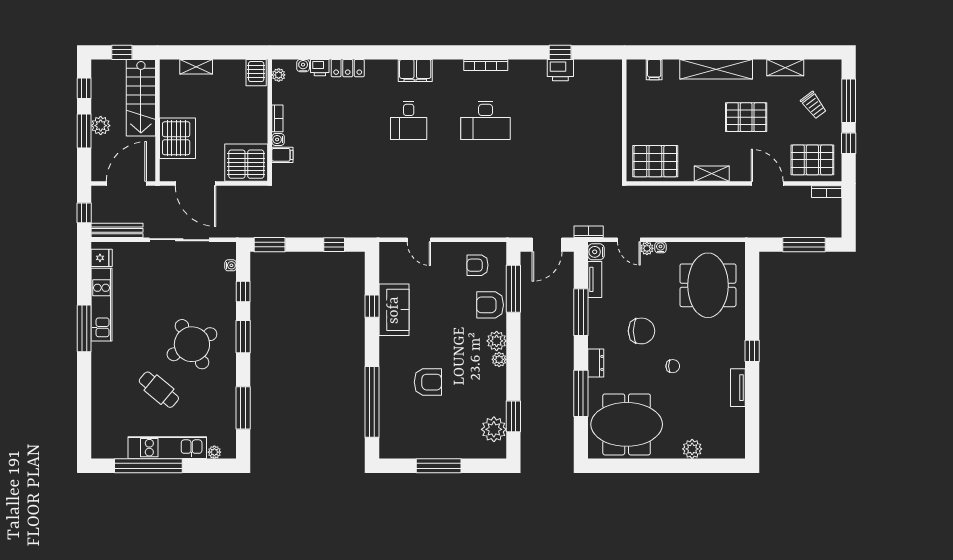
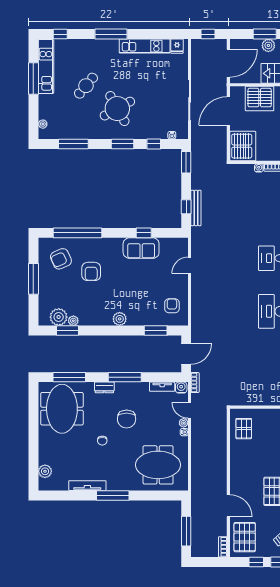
filing cabinet: (282, 155) -> (248, 171), removed
pallet: (655, 161) -> (244, 429), width x0.67, depth x0.71
shelving: (712, 174) -> (235, 468), removed
door: (126, 184) -> (228, 63), hinge flipped
door: (767, 184) -> (228, 506), hinge flipped
bench: (117, 230) -> (196, 208), moved
door: (629, 240) -> (190, 410), hinge flipped
door: (547, 245) -> (186, 354), swing flipped
window: (513, 289) -> (156, 331), width x0.69
armchair: (490, 305) -> (61, 259), moved, turned -114
window: (581, 312) -> (125, 377), moved
window: (84, 328) -> (111, 34), moved
window: (752, 351) -> (113, 495), width x2.17
plant: (499, 359) -> (73, 321), moved
tv unit: (738, 388) -> (87, 486), width x1.41
window: (581, 393) -> (69, 377), moved
window: (84, 427) -> (60, 34), added
kitchen unit: (167, 448) -> (46, 67), moved
plant: (692, 449) -> (45, 471), moved
window: (148, 466) -> (33, 78), width x0.68

